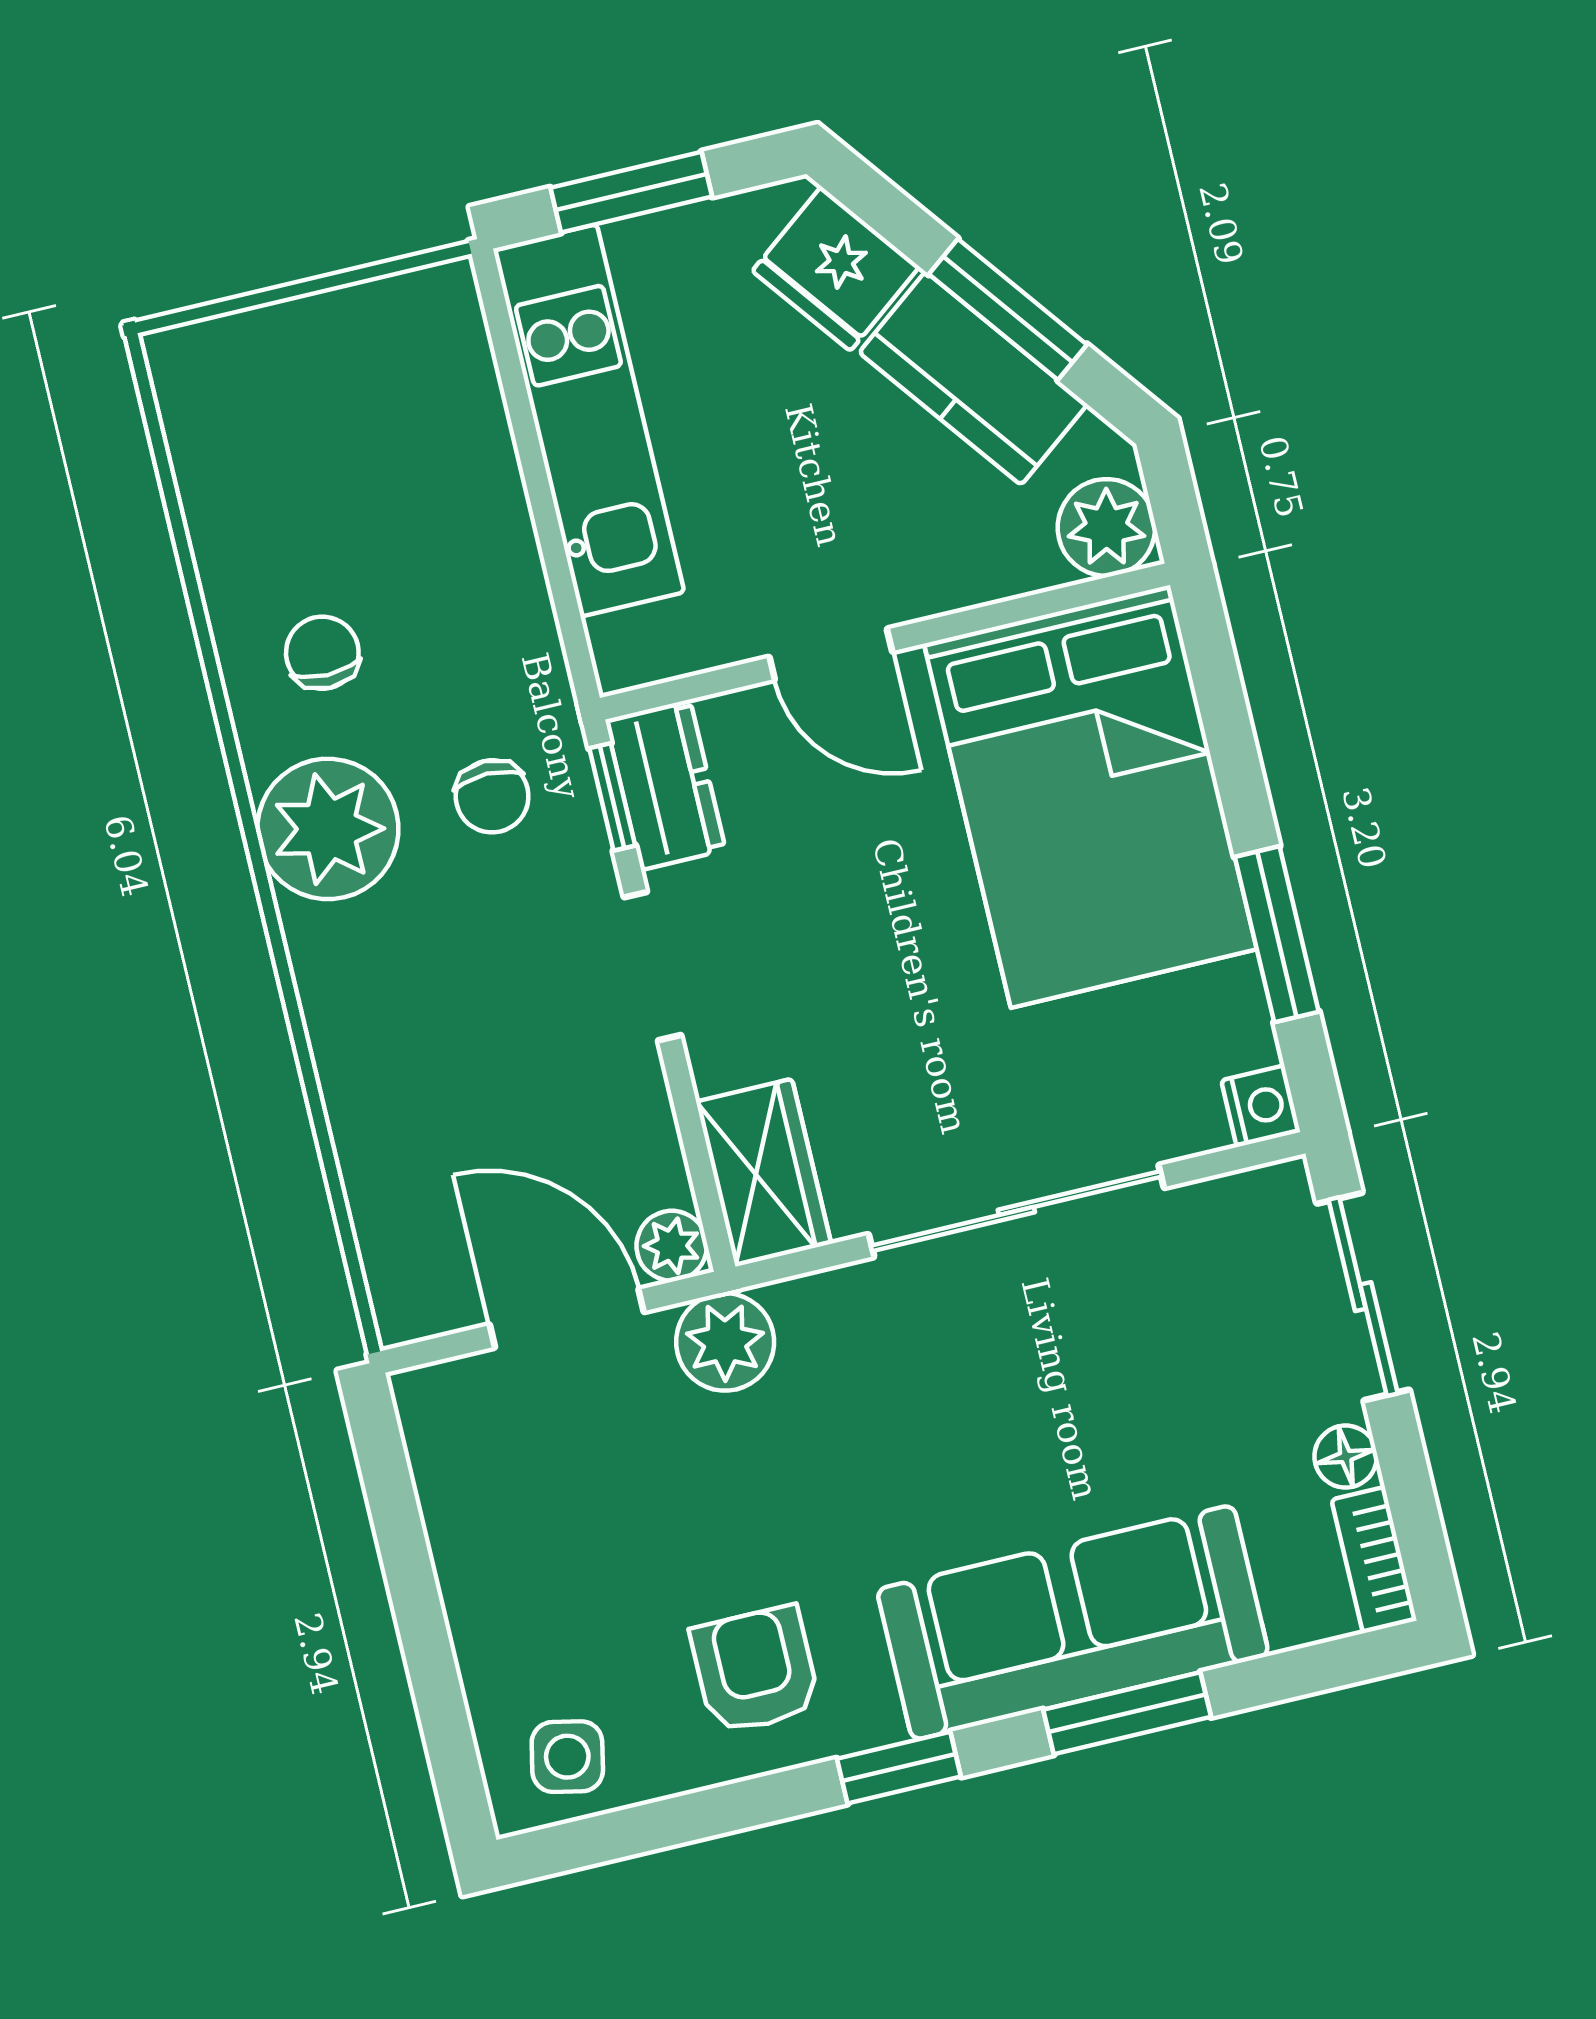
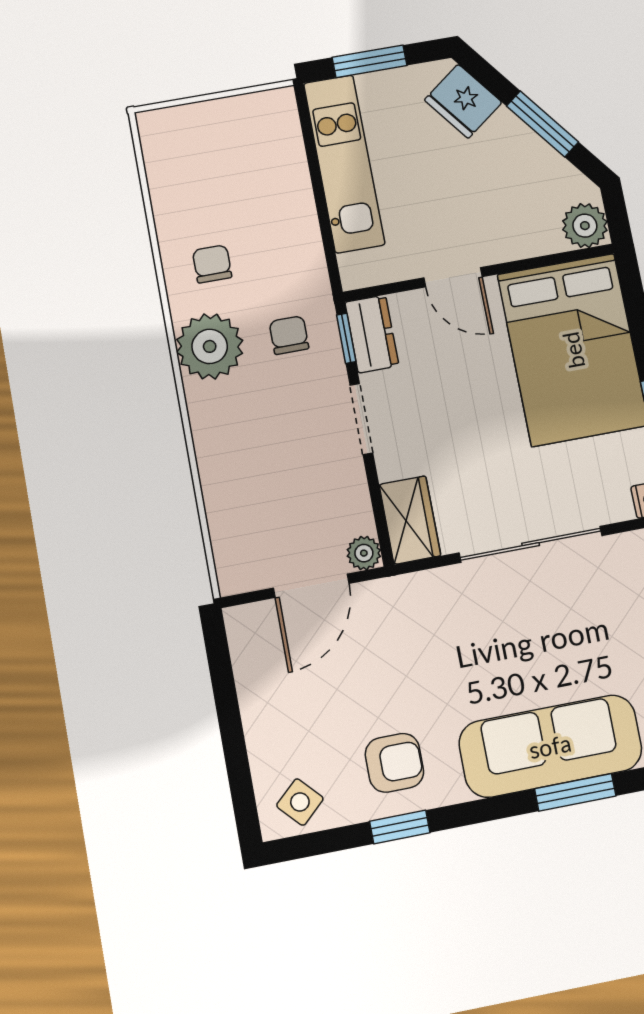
kitchen counter: (973, 378) -> (525, 154), removed
chair: (492, 796) -> (289, 335), turned 180
door: (567, 1318) -> (311, 586), swing flipped
plant: (725, 1342) -> (387, 601), removed
armchair: (755, 1670) -> (394, 763), turned 90
side table: (567, 1757) -> (300, 802), turned 35
window: (899, 1768) -> (400, 827), moved

